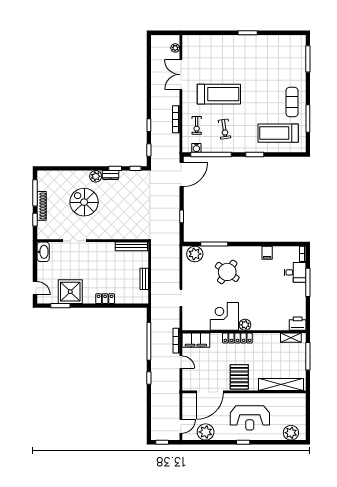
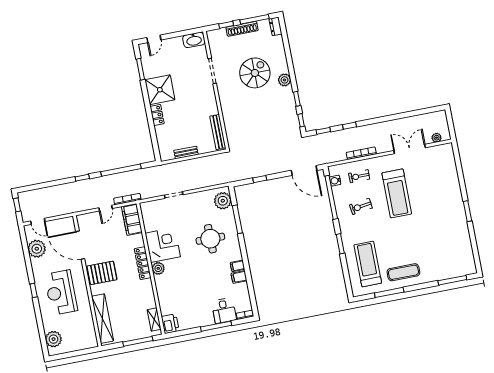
dresser: (110, 175) -> (275, 26), moved
filing cabinet: (257, 252) -> (238, 266), added
round table: (227, 272) -> (210, 239), turned -36
shower: (70, 292) -> (160, 90), moved

